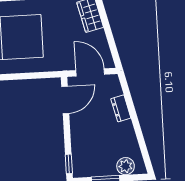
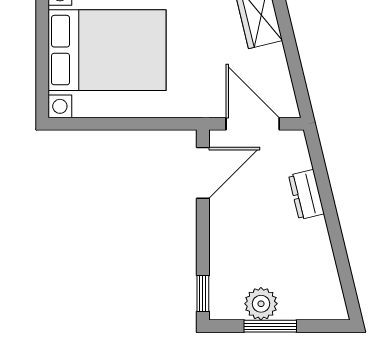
plant: (126, 166) -> (261, 304), moved

